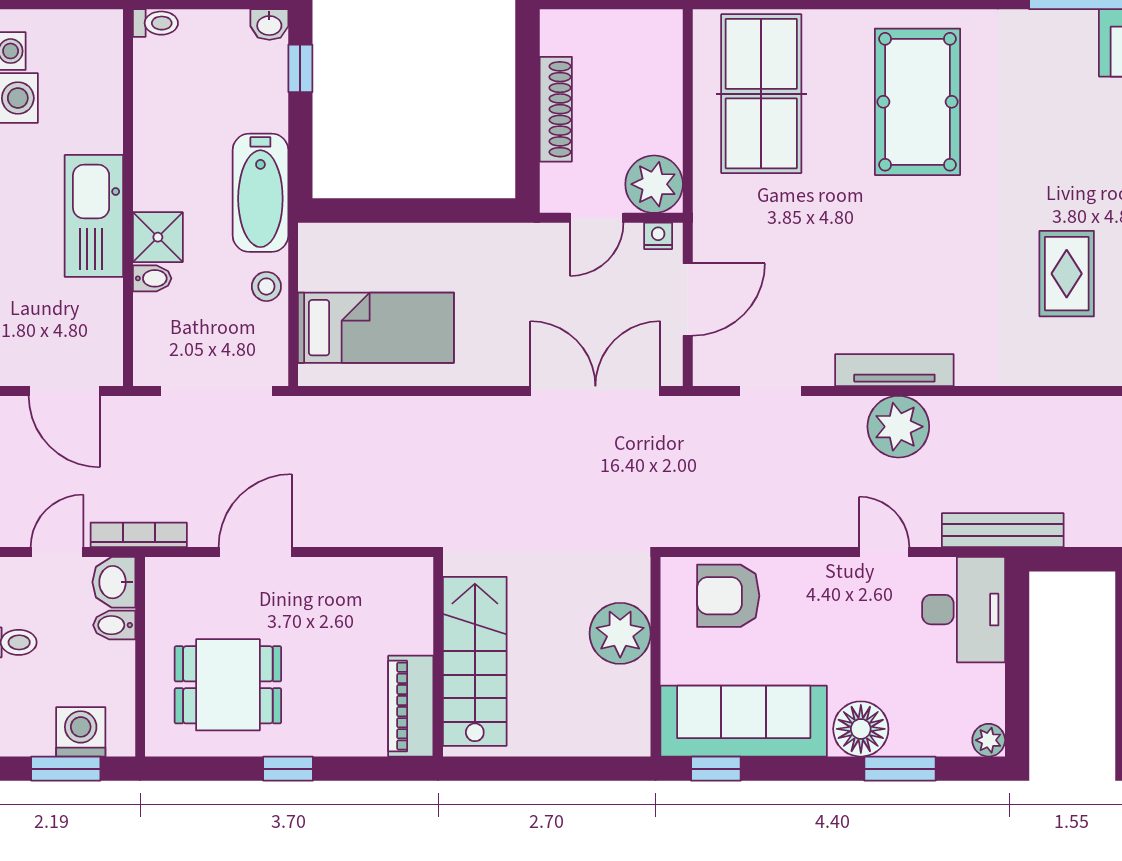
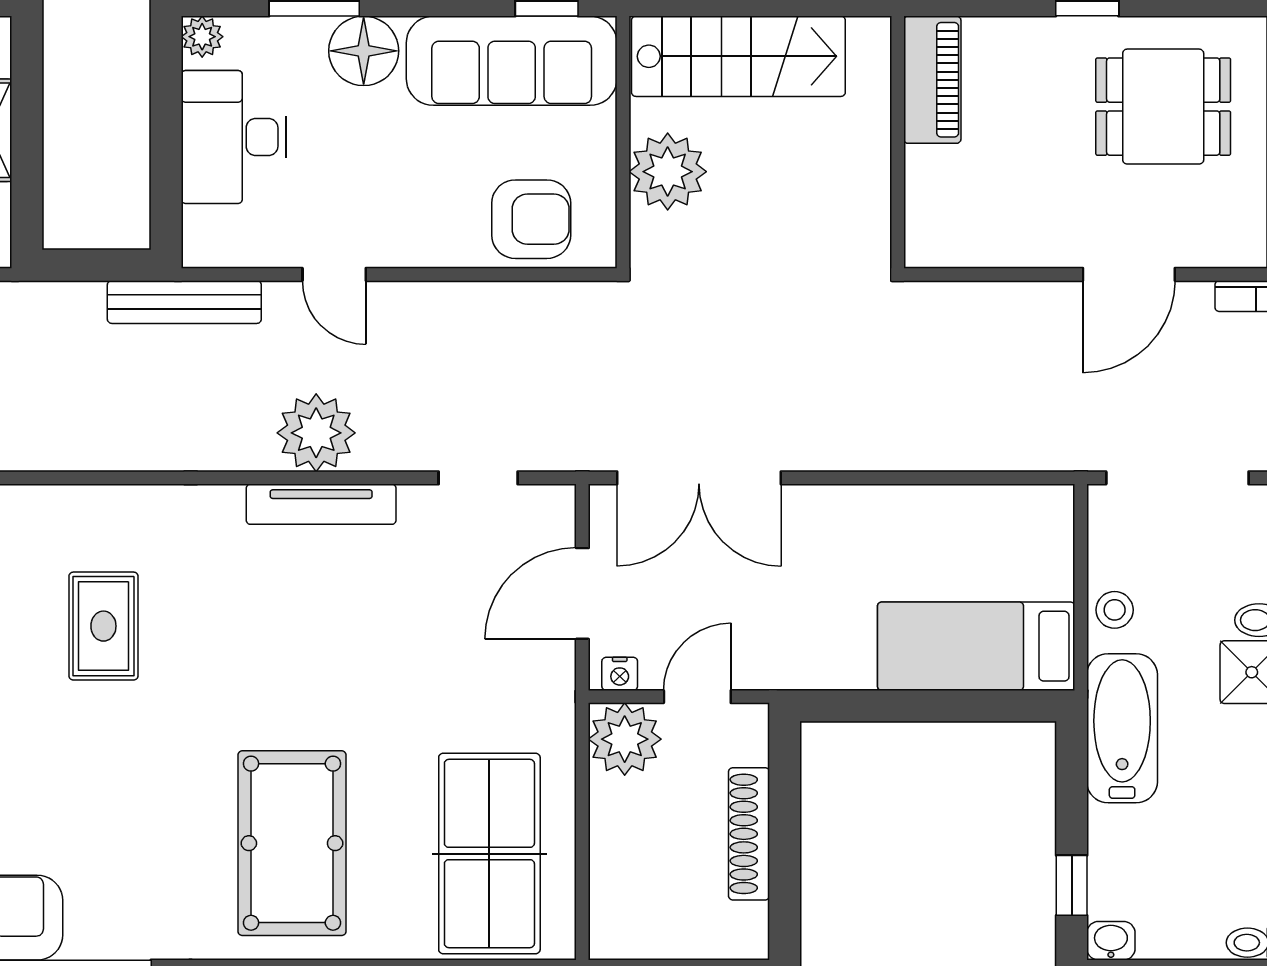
bed: (376, 328) -> (976, 646), moved
desk: (964, 610) -> (234, 137), moved
stairs: (475, 661) -> (738, 56), moved, turned -90

